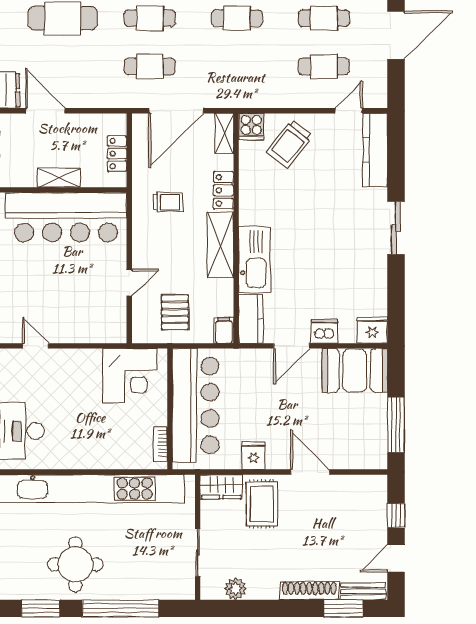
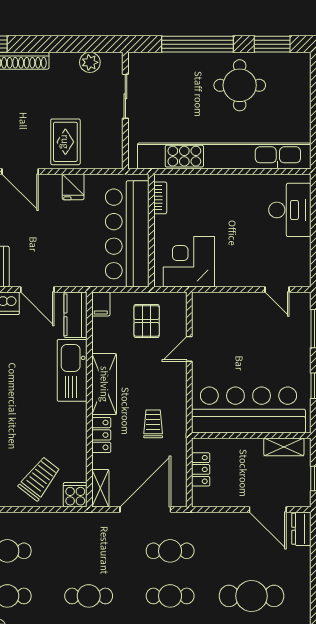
shelving: (59, 178) -> (284, 447), moved
trolley: (168, 202) -> (153, 424), turned 90
door: (292, 346) -> (37, 290), swing flipped
wardrobe: (221, 487) -> (103, 158), removed

